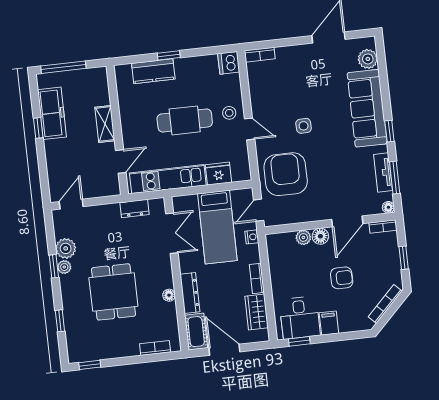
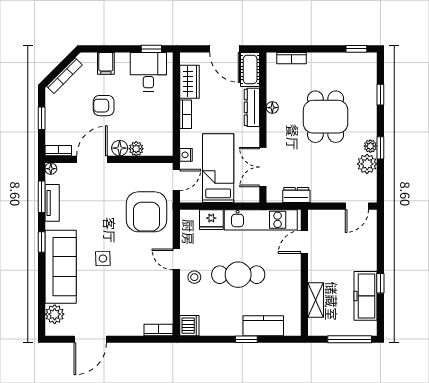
shelving: (105, 124) -> (316, 300), moved
side table: (304, 126) -> (103, 259), moved
filing cabinet: (329, 323) -> (106, 63), moved

